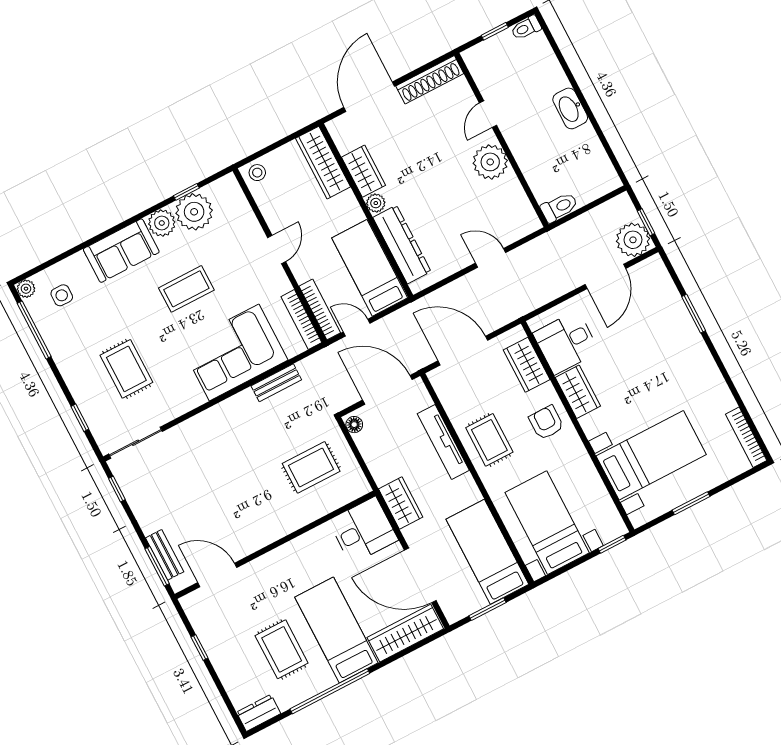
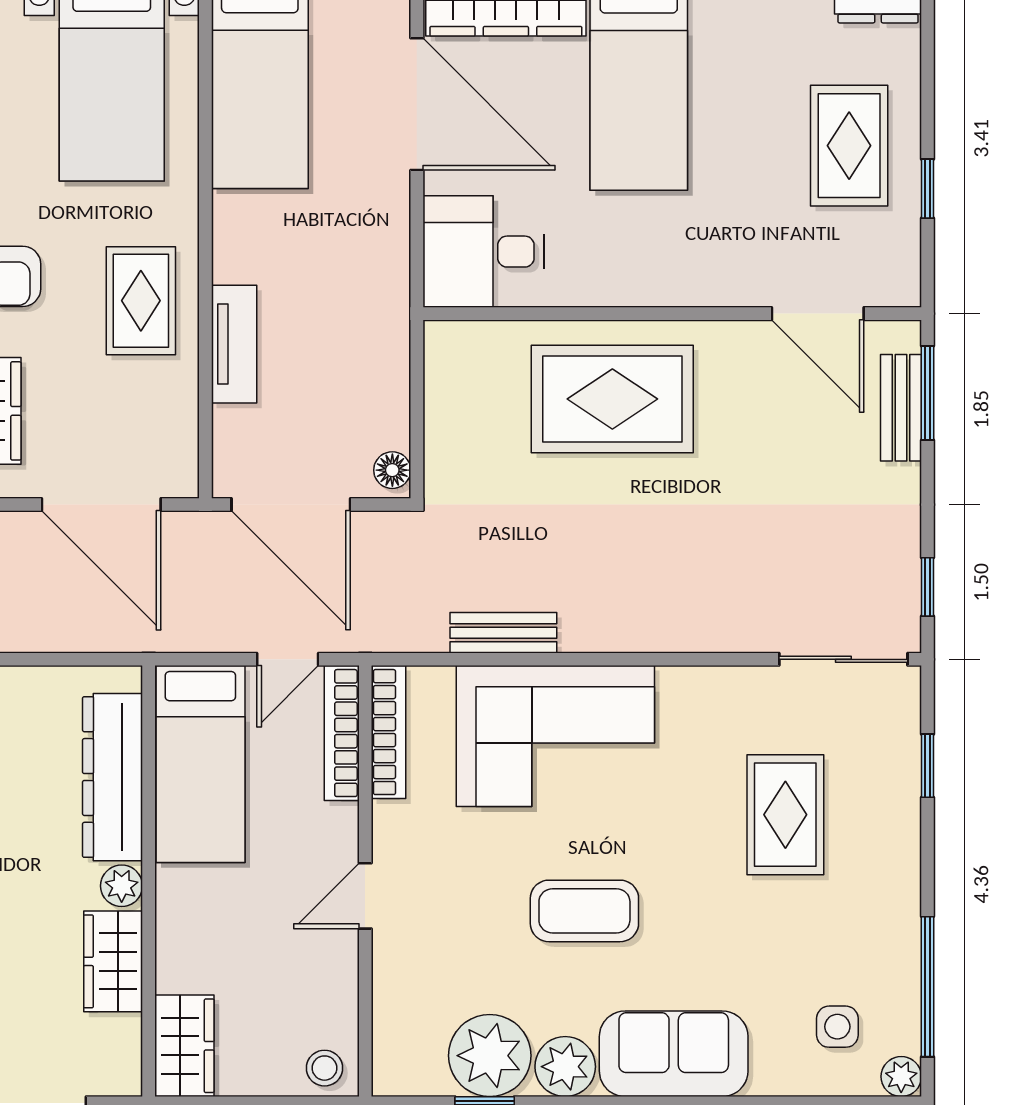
wardrobe: (323, 163) -> (184, 1046), width x0.67
door: (357, 328) -> (288, 659), hinge flipped
tv unit: (443, 442) -> (234, 344), width x0.71
rug: (311, 467) -> (612, 399), moved, width x1.36, depth x1.43
wardrobe: (401, 503) -> (381, 267), removed
rug: (282, 649) -> (849, 146), moved

